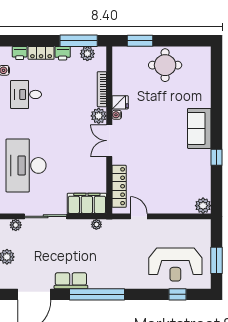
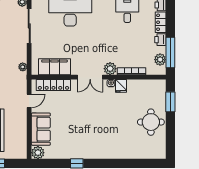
sofa: (199, 128) -> (41, 129), moved, turned 90
double door: (109, 141) -> (90, 77), swing flipped
filing cabinet: (87, 203) -> (54, 67), moved, turned -90

